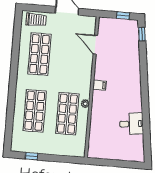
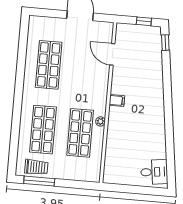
trolley: (36, 20) -> (36, 167), moved
desk: (131, 124) -> (154, 172), moved
window: (32, 156) -> (39, 181), width x2.17

